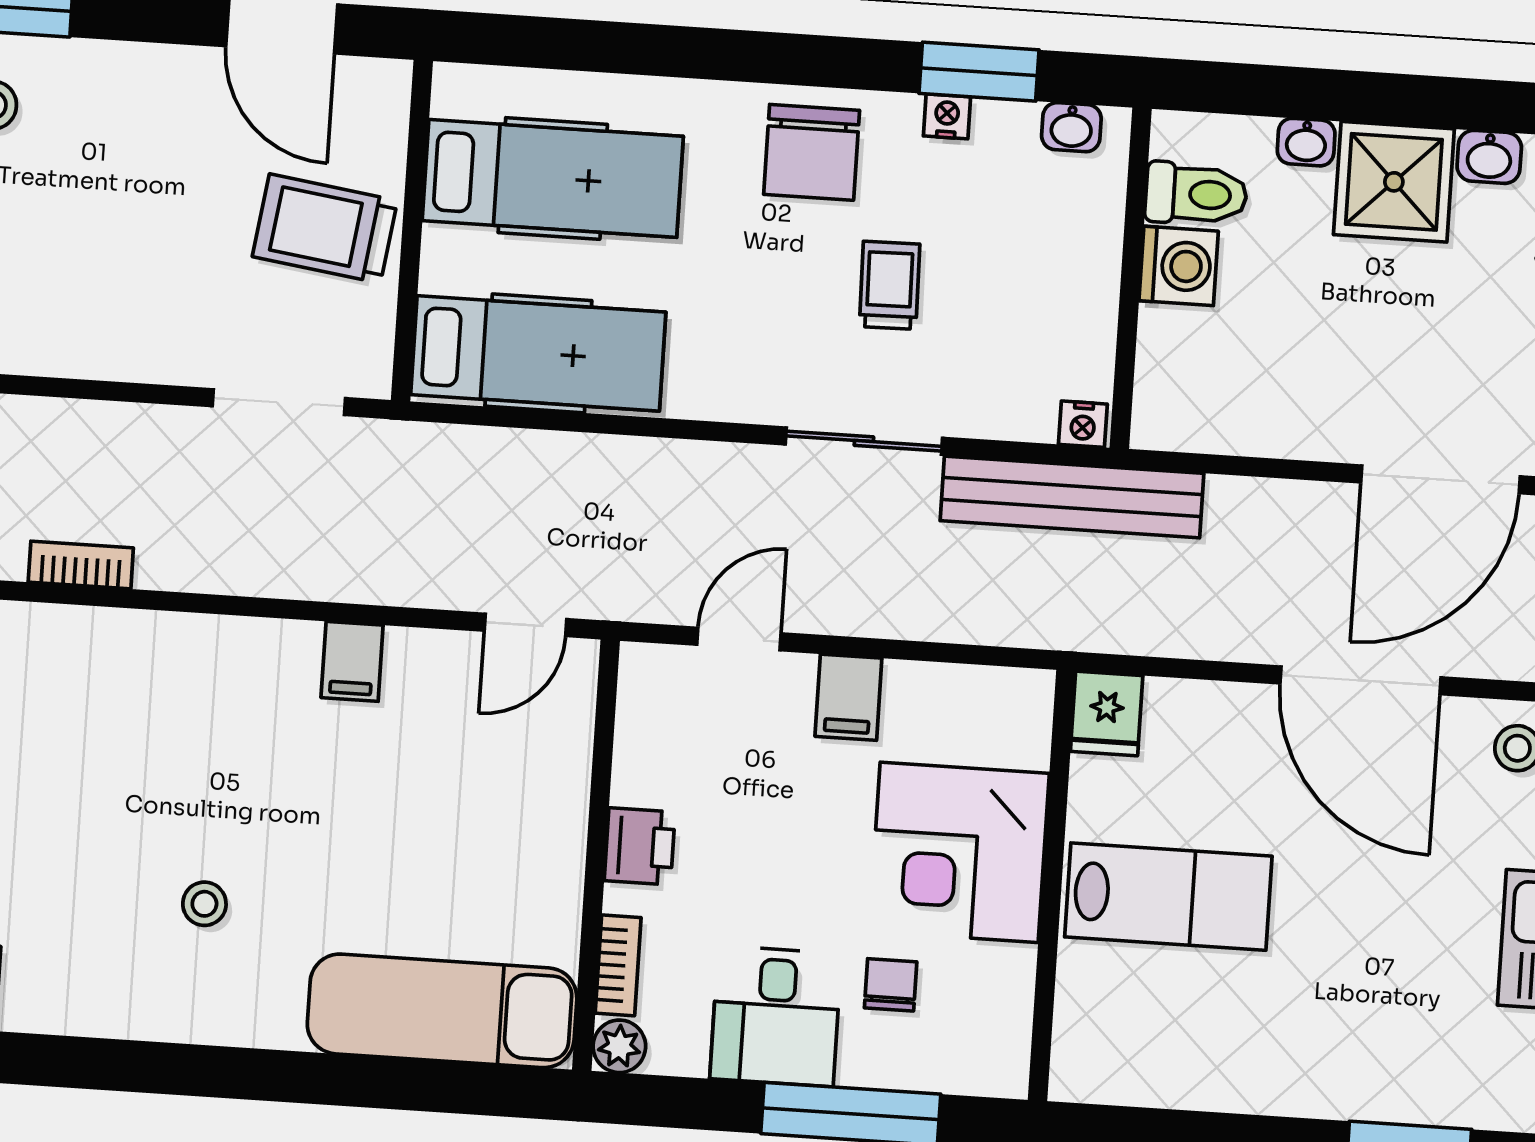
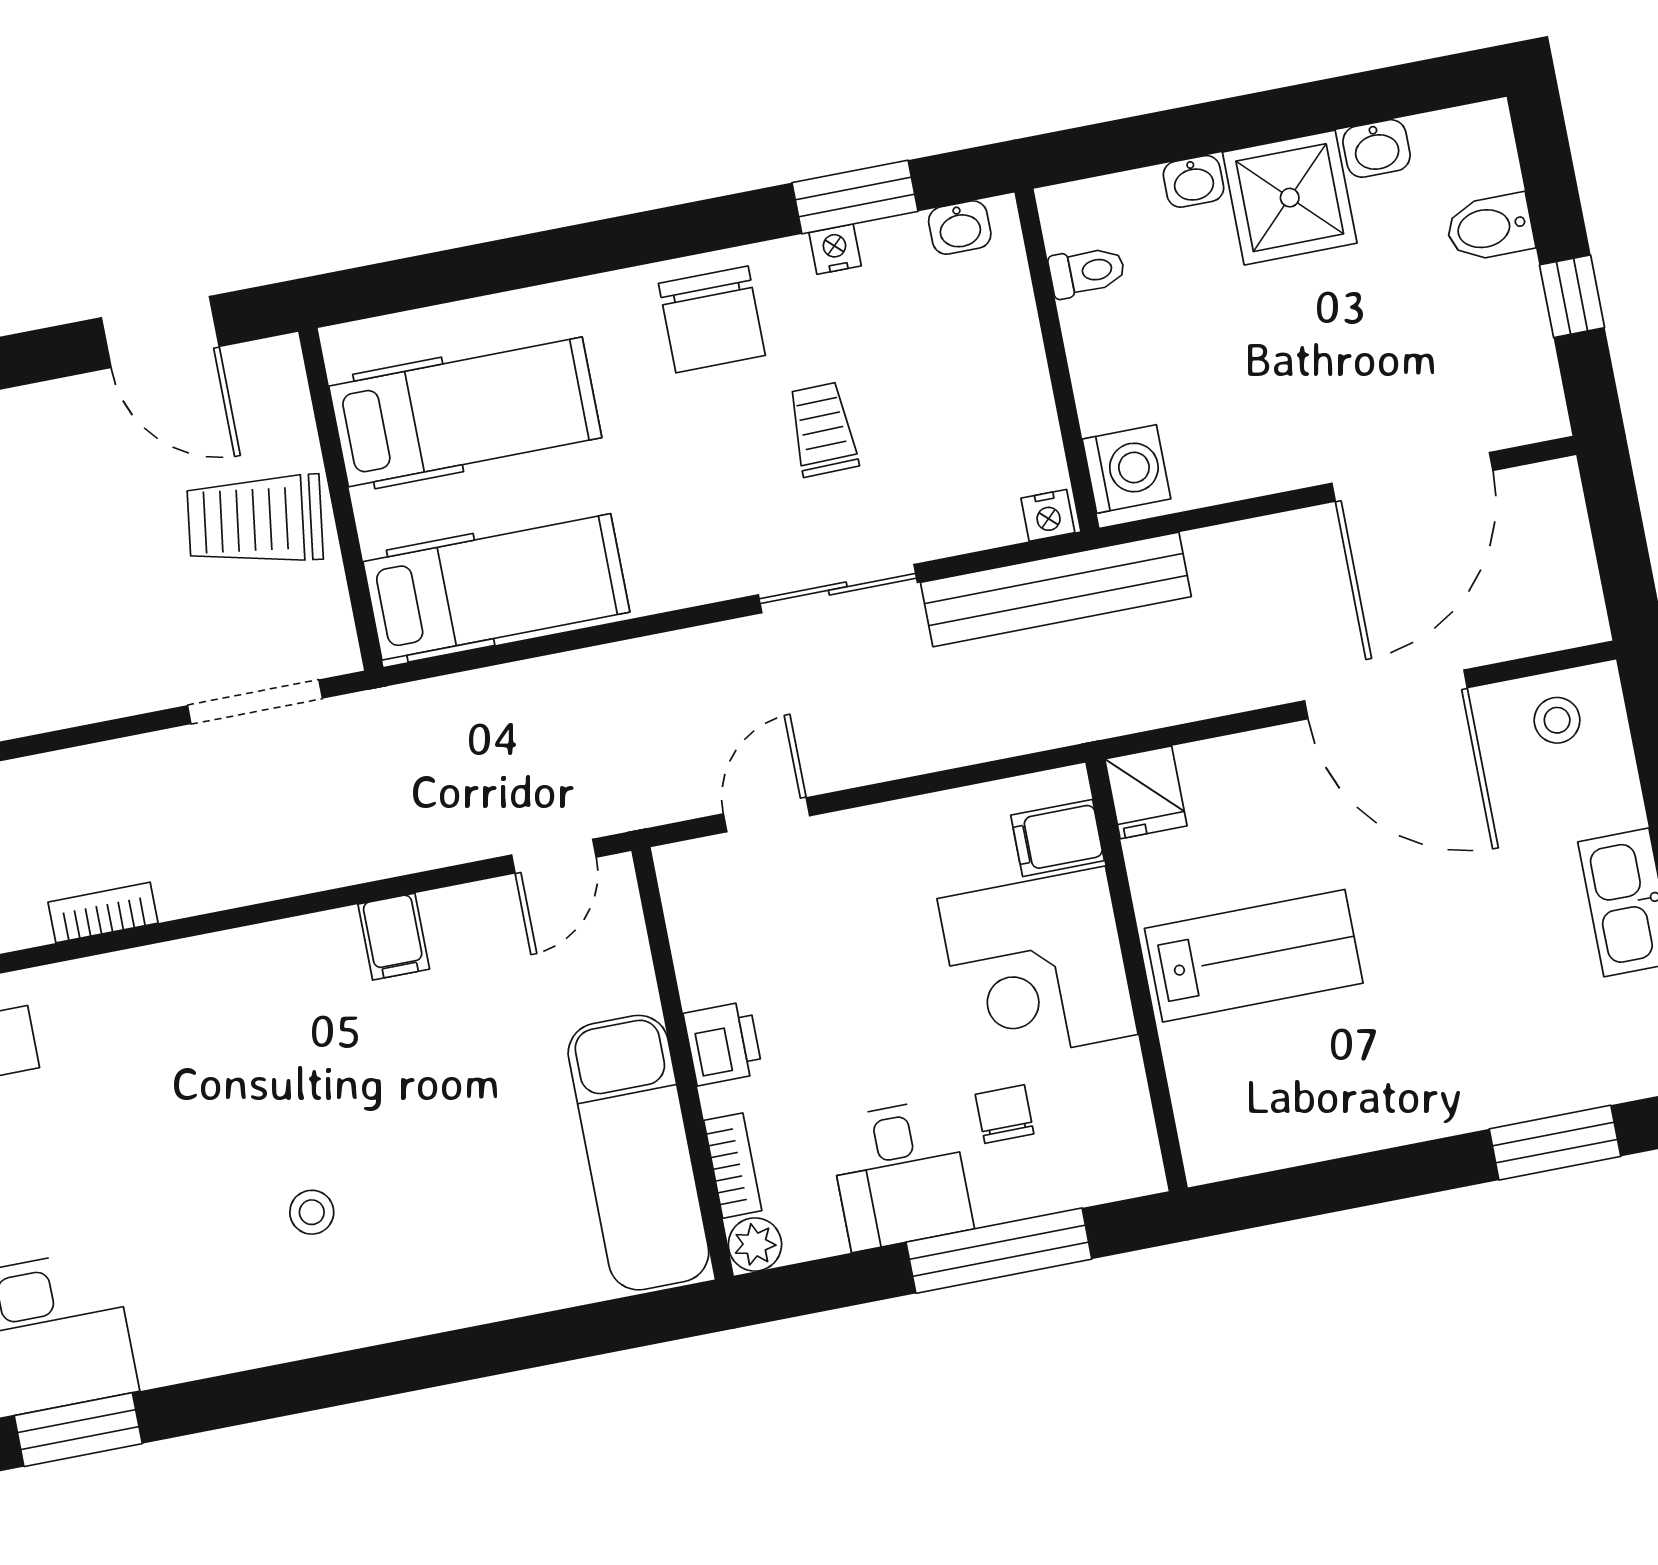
toilet: (1196, 194) -> (1087, 272), width x0.73, depth x0.72
washing machine: (1179, 266) -> (1127, 469), moved
filing cabinet: (848, 697) -> (1058, 838), moved, turned 90
exam couch: (442, 1011) -> (638, 1153), moved, turned -90

